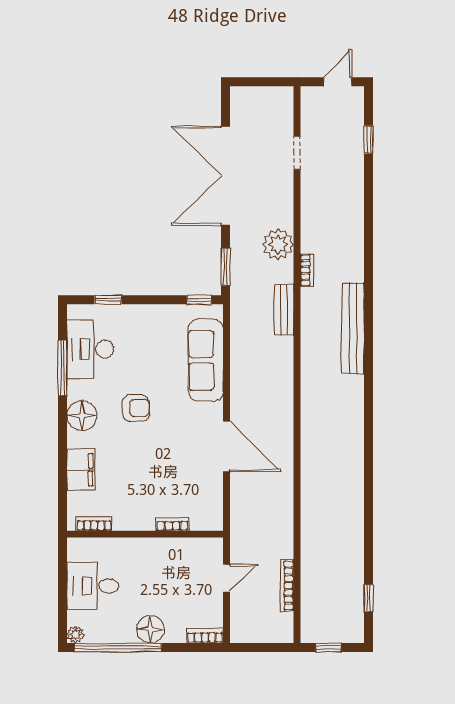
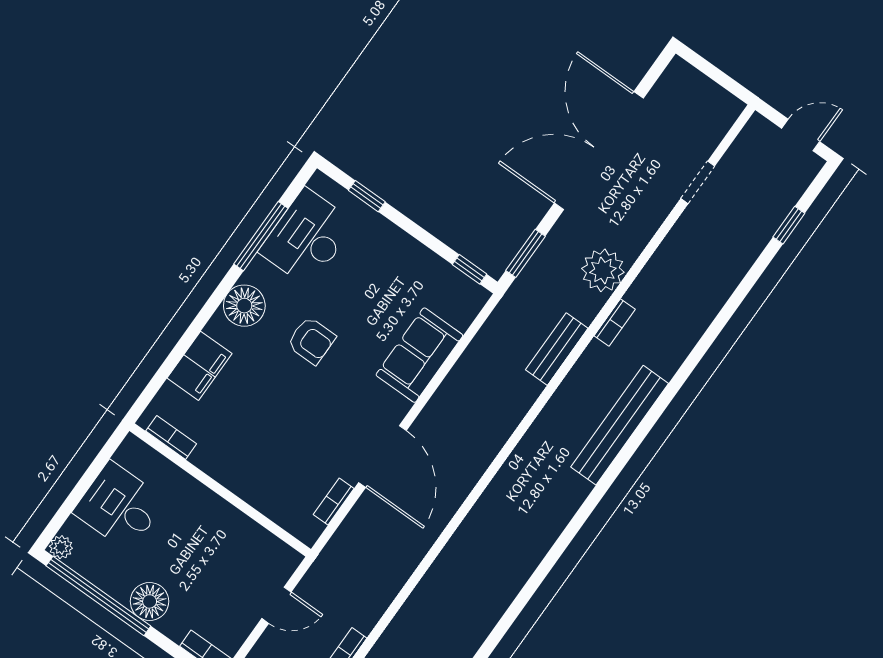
sofa: (206, 360) -> (419, 355), width x0.73
bookcase: (172, 524) -> (334, 502), moved, turned -90

